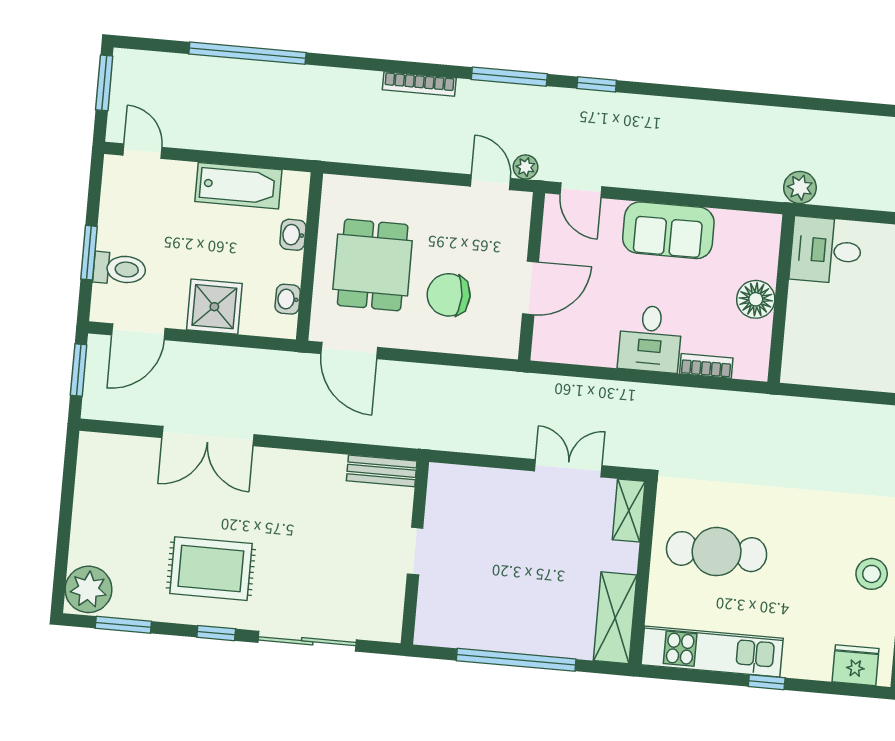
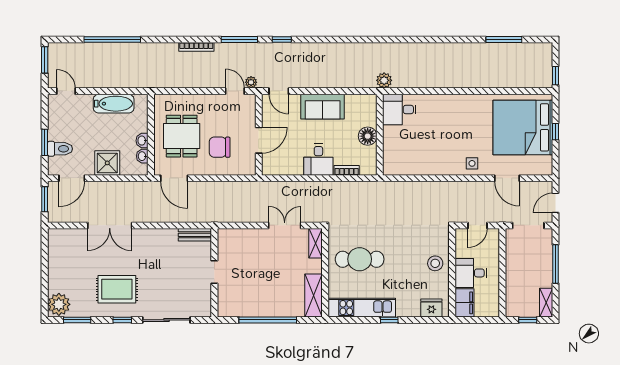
washbasin: (293, 235) -> (142, 141), moved

